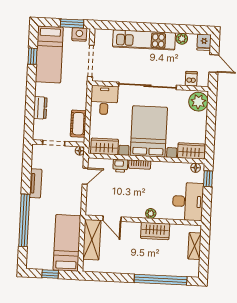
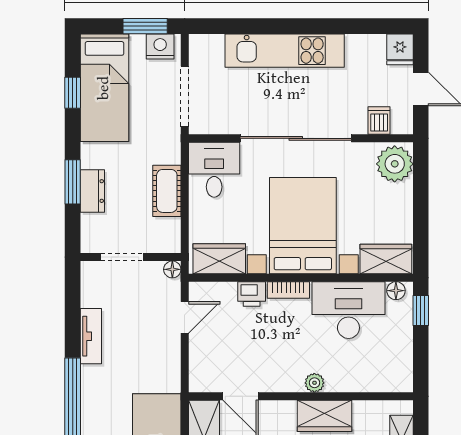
plant: (182, 39) -> (357, 45), removed
window: (30, 103) -> (73, 182), added
cot: (78, 124) -> (167, 191), moved
desk: (188, 201) -> (348, 310), moved, turned -90

